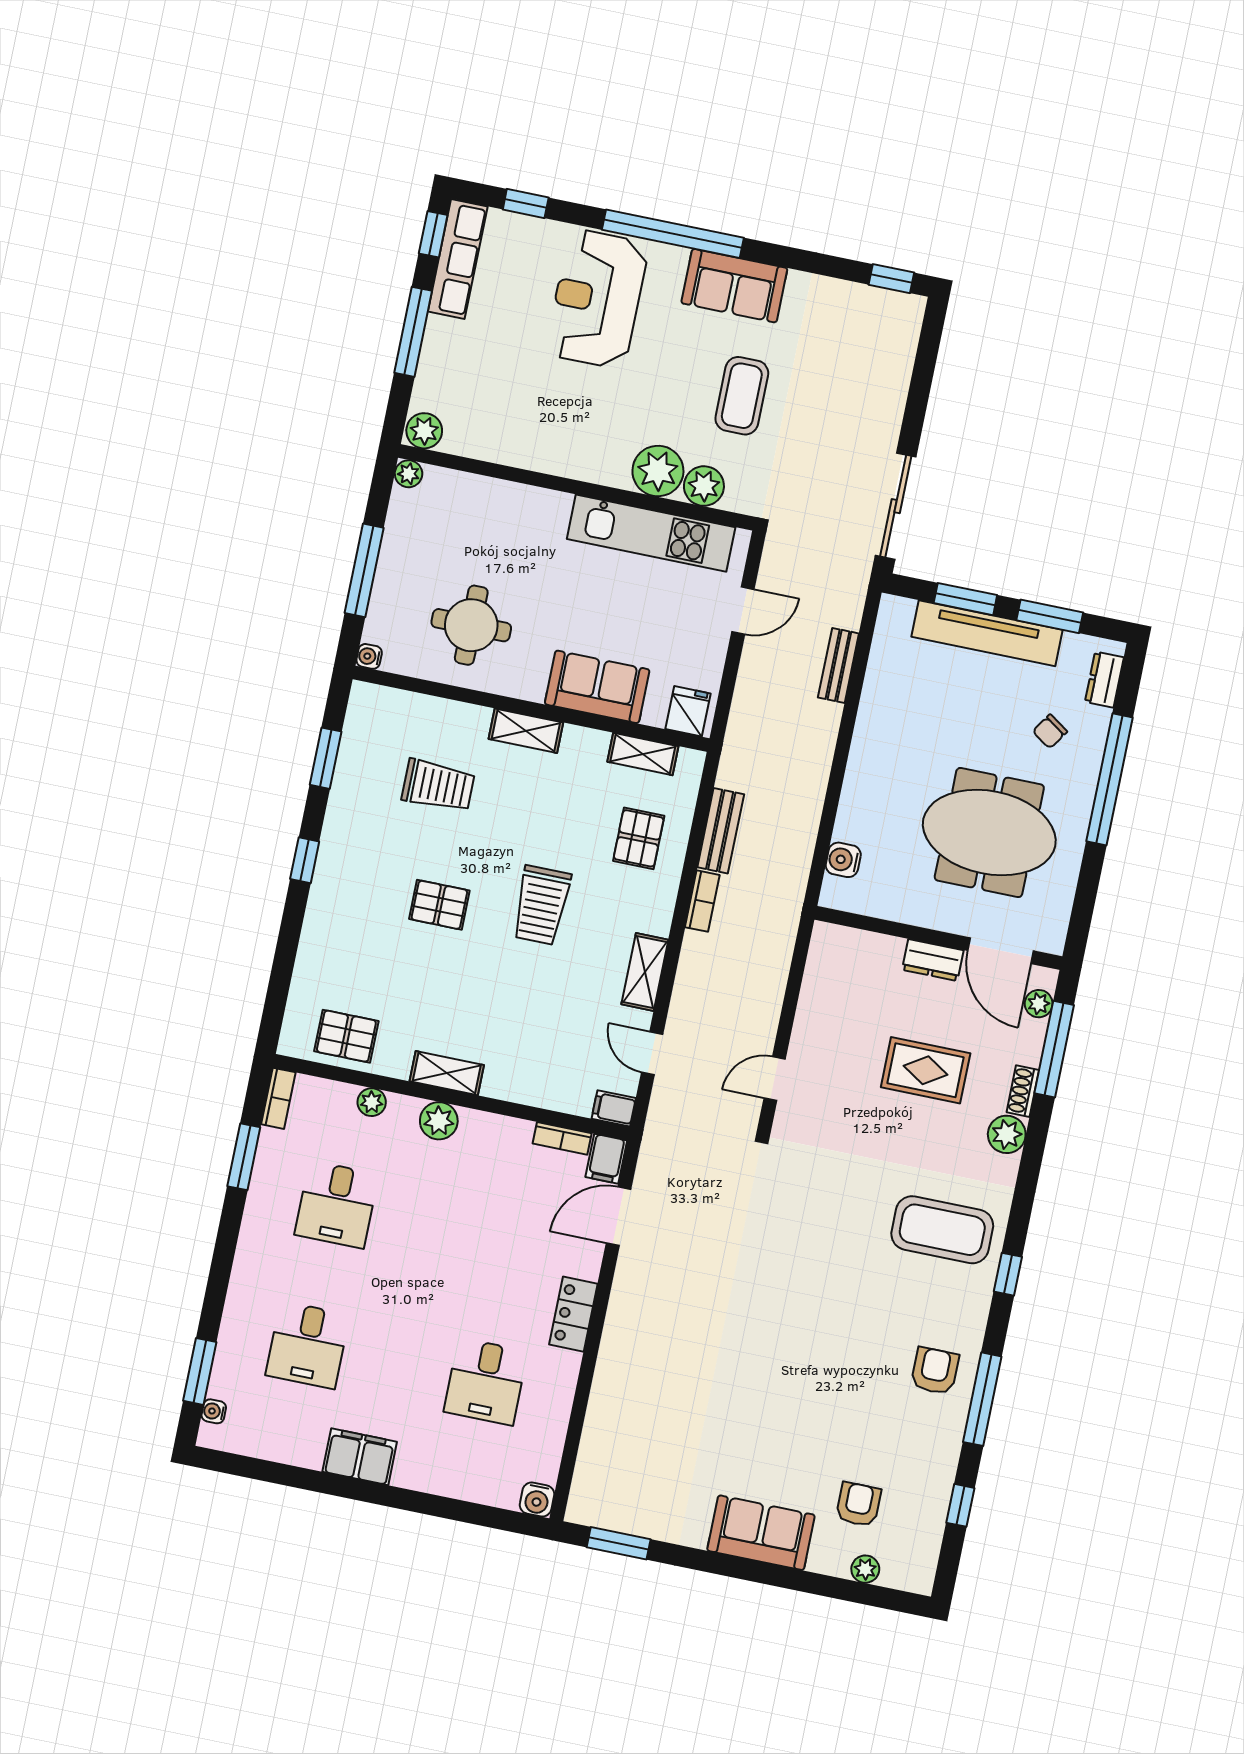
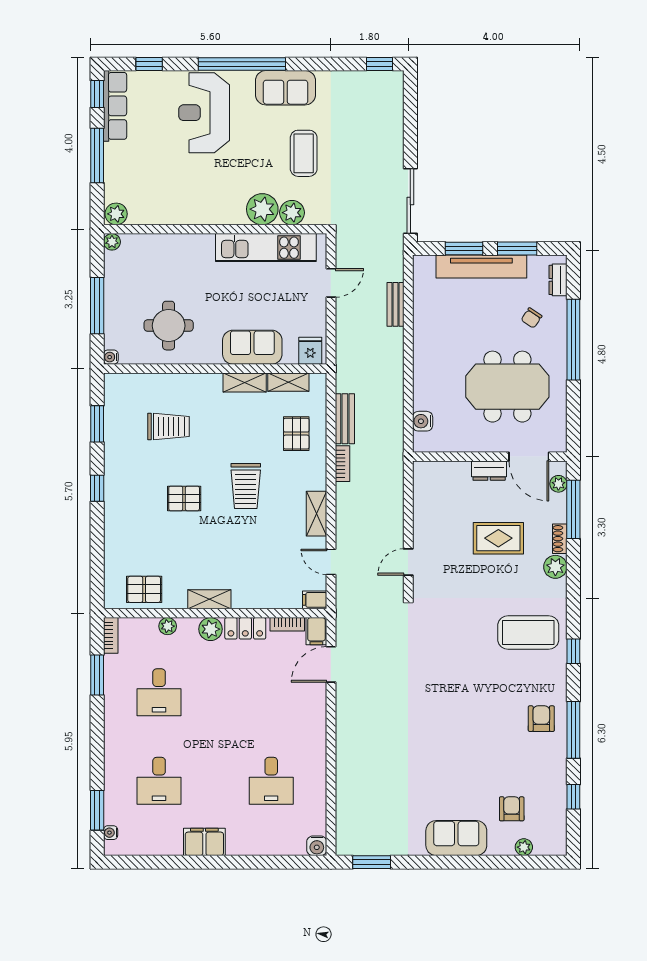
shelving: (526, 731) -> (245, 383), moved
locker: (573, 1314) -> (245, 628), moved, turned -90

